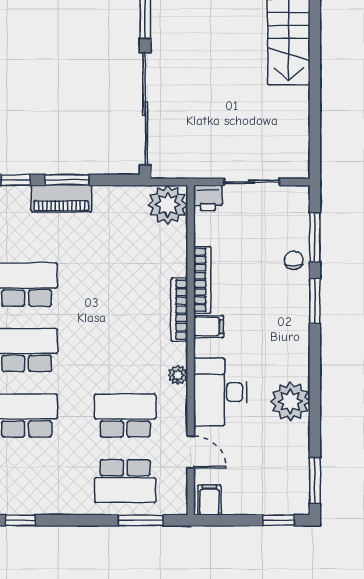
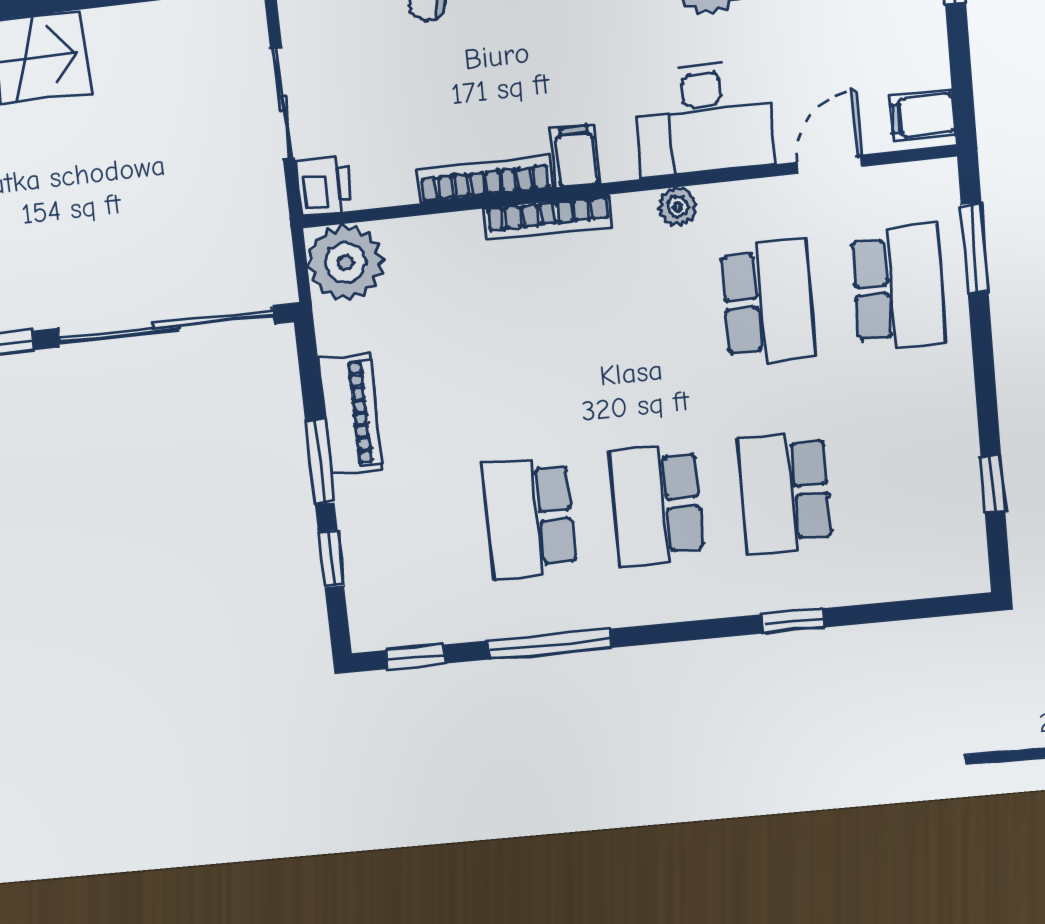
piano: (61, 198) -> (350, 413), moved
school desk: (125, 416) -> (768, 301), turned 180

